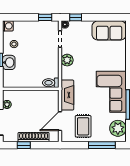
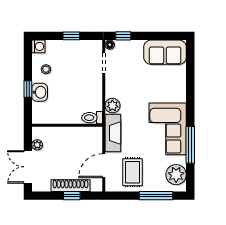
window: (45, 17) -> (71, 36), moved
plant: (67, 60) -> (112, 106), moved
window: (24, 145) -> (72, 196), moved

